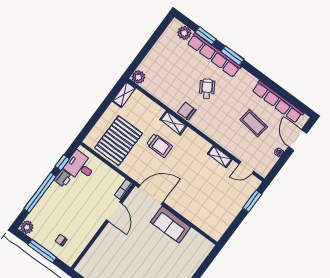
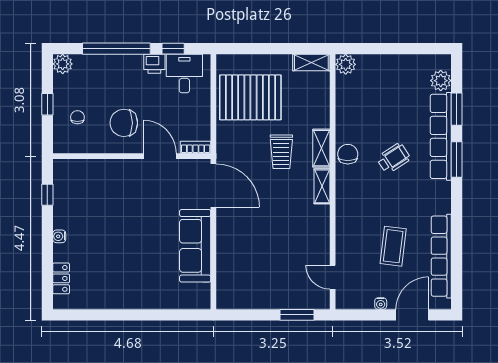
shelving: (220, 157) -> (322, 186), moved
door: (114, 212) -> (160, 156), swing flipped
chair: (82, 218) -> (124, 123), added
sofa: (170, 224) -> (195, 246), width x1.36
window: (42, 251) -> (47, 104), width x0.46

